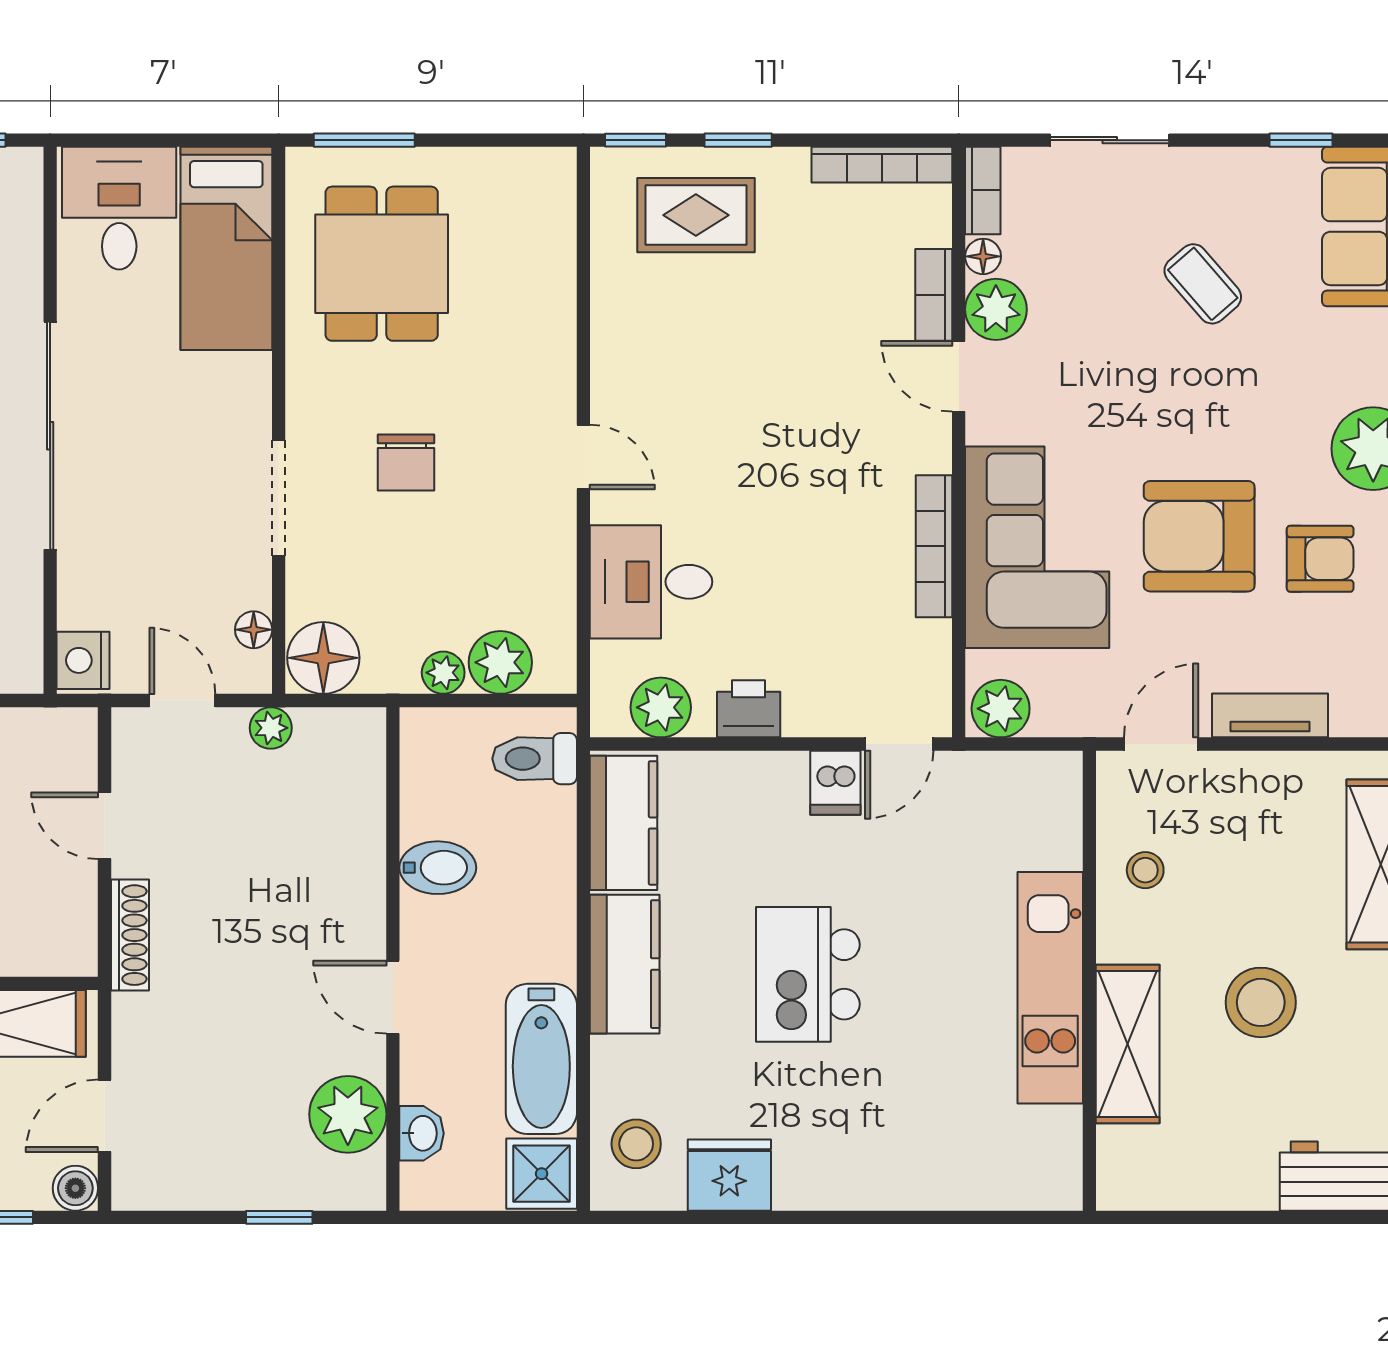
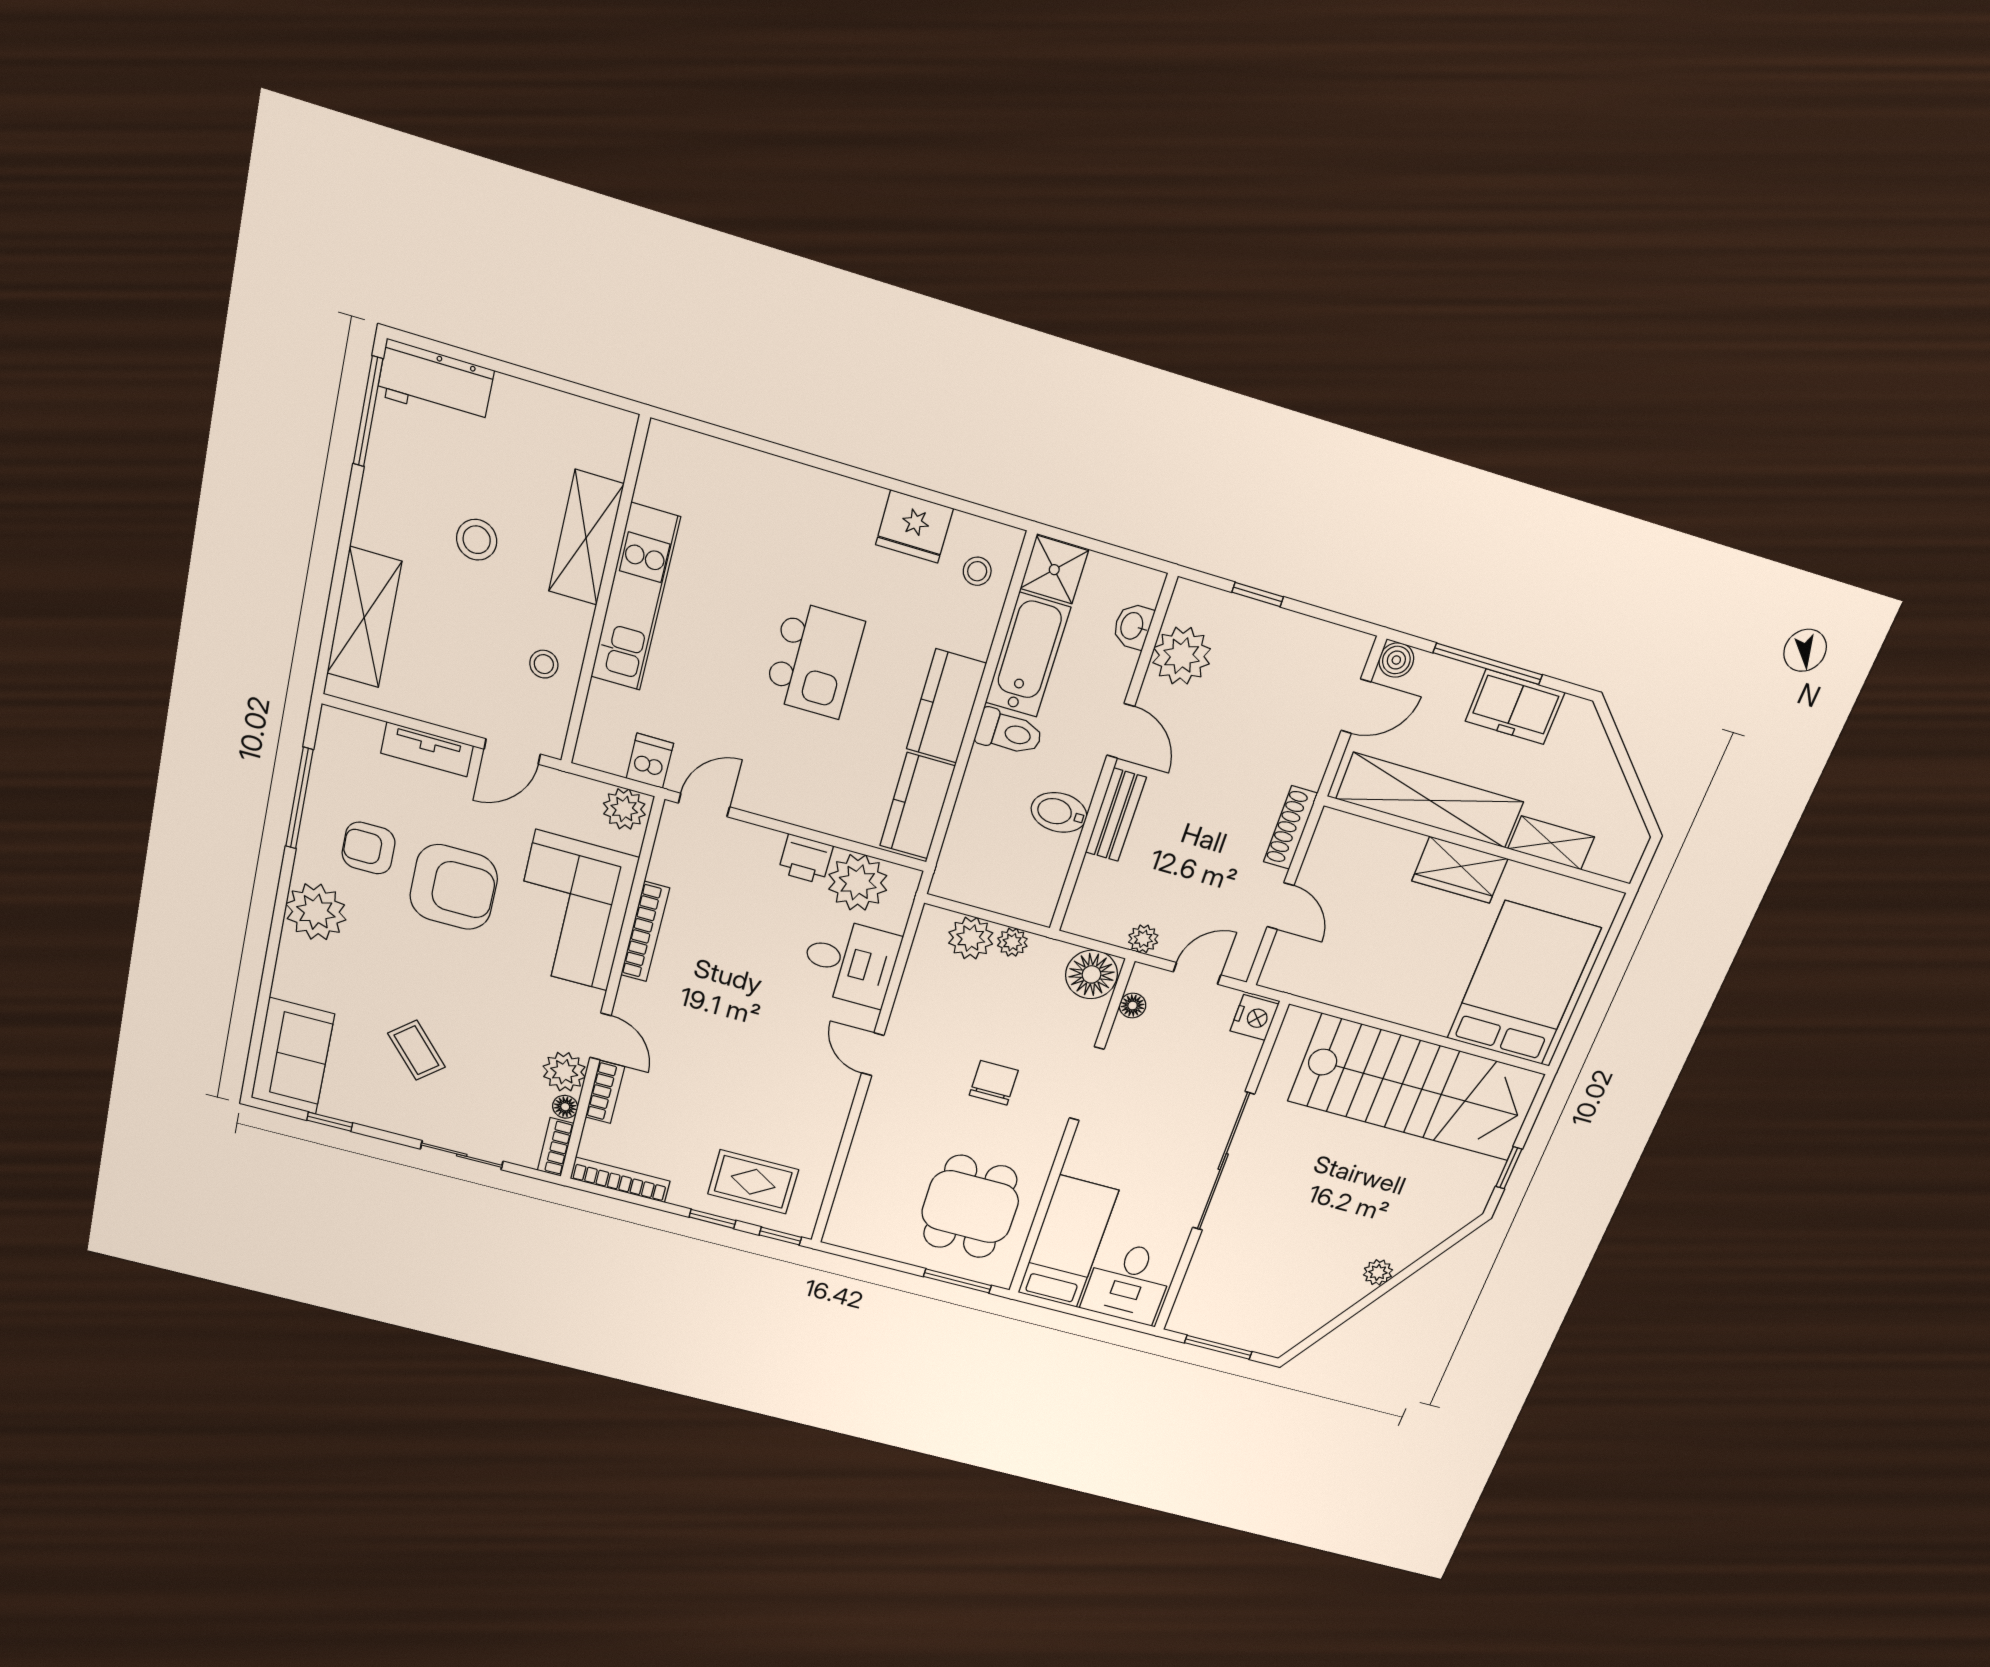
door: (182, 700) -> (1197, 973), swing flipped
plant: (661, 707) -> (858, 882), width x1.36, depth x1.36
toilet: (535, 759) -> (1009, 732), moved
dishwasher: (835, 783) -> (650, 761), moved
bench: (363, 886) -> (1116, 815), added
stool: (1261, 1002) -> (477, 540), width x0.73, depth x0.73
stool: (636, 1144) -> (977, 571), width x0.73, depth x0.73

